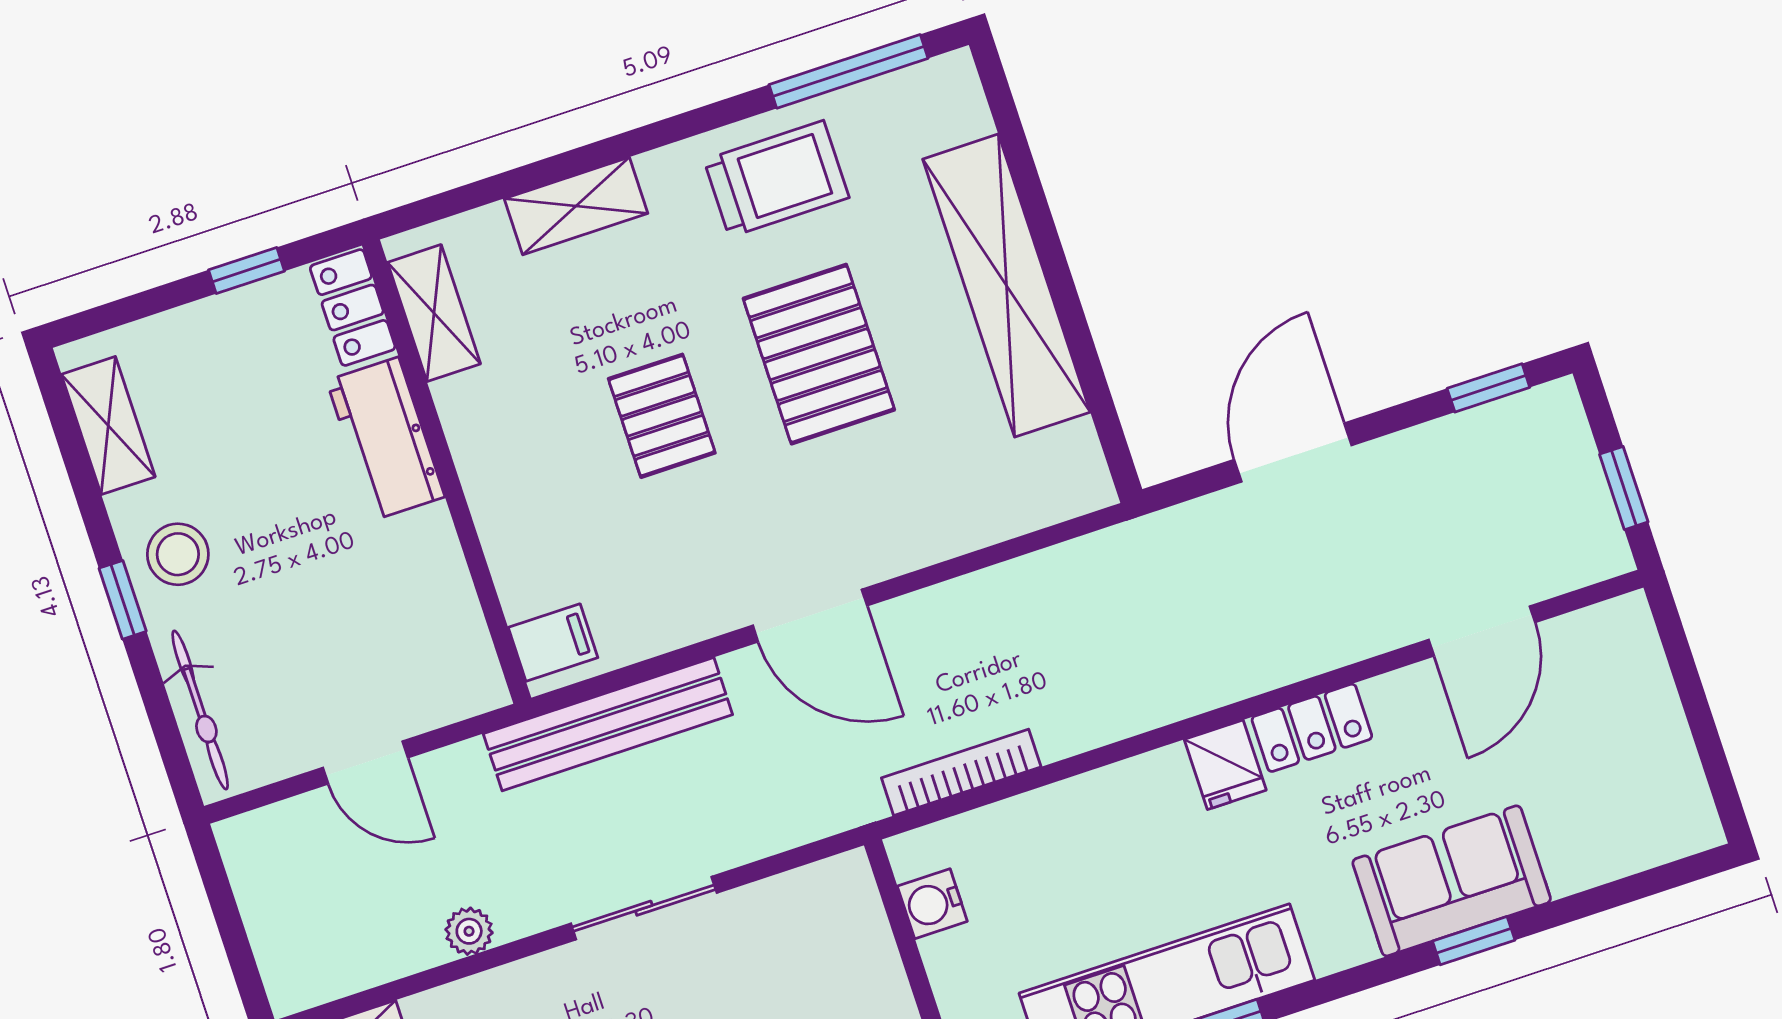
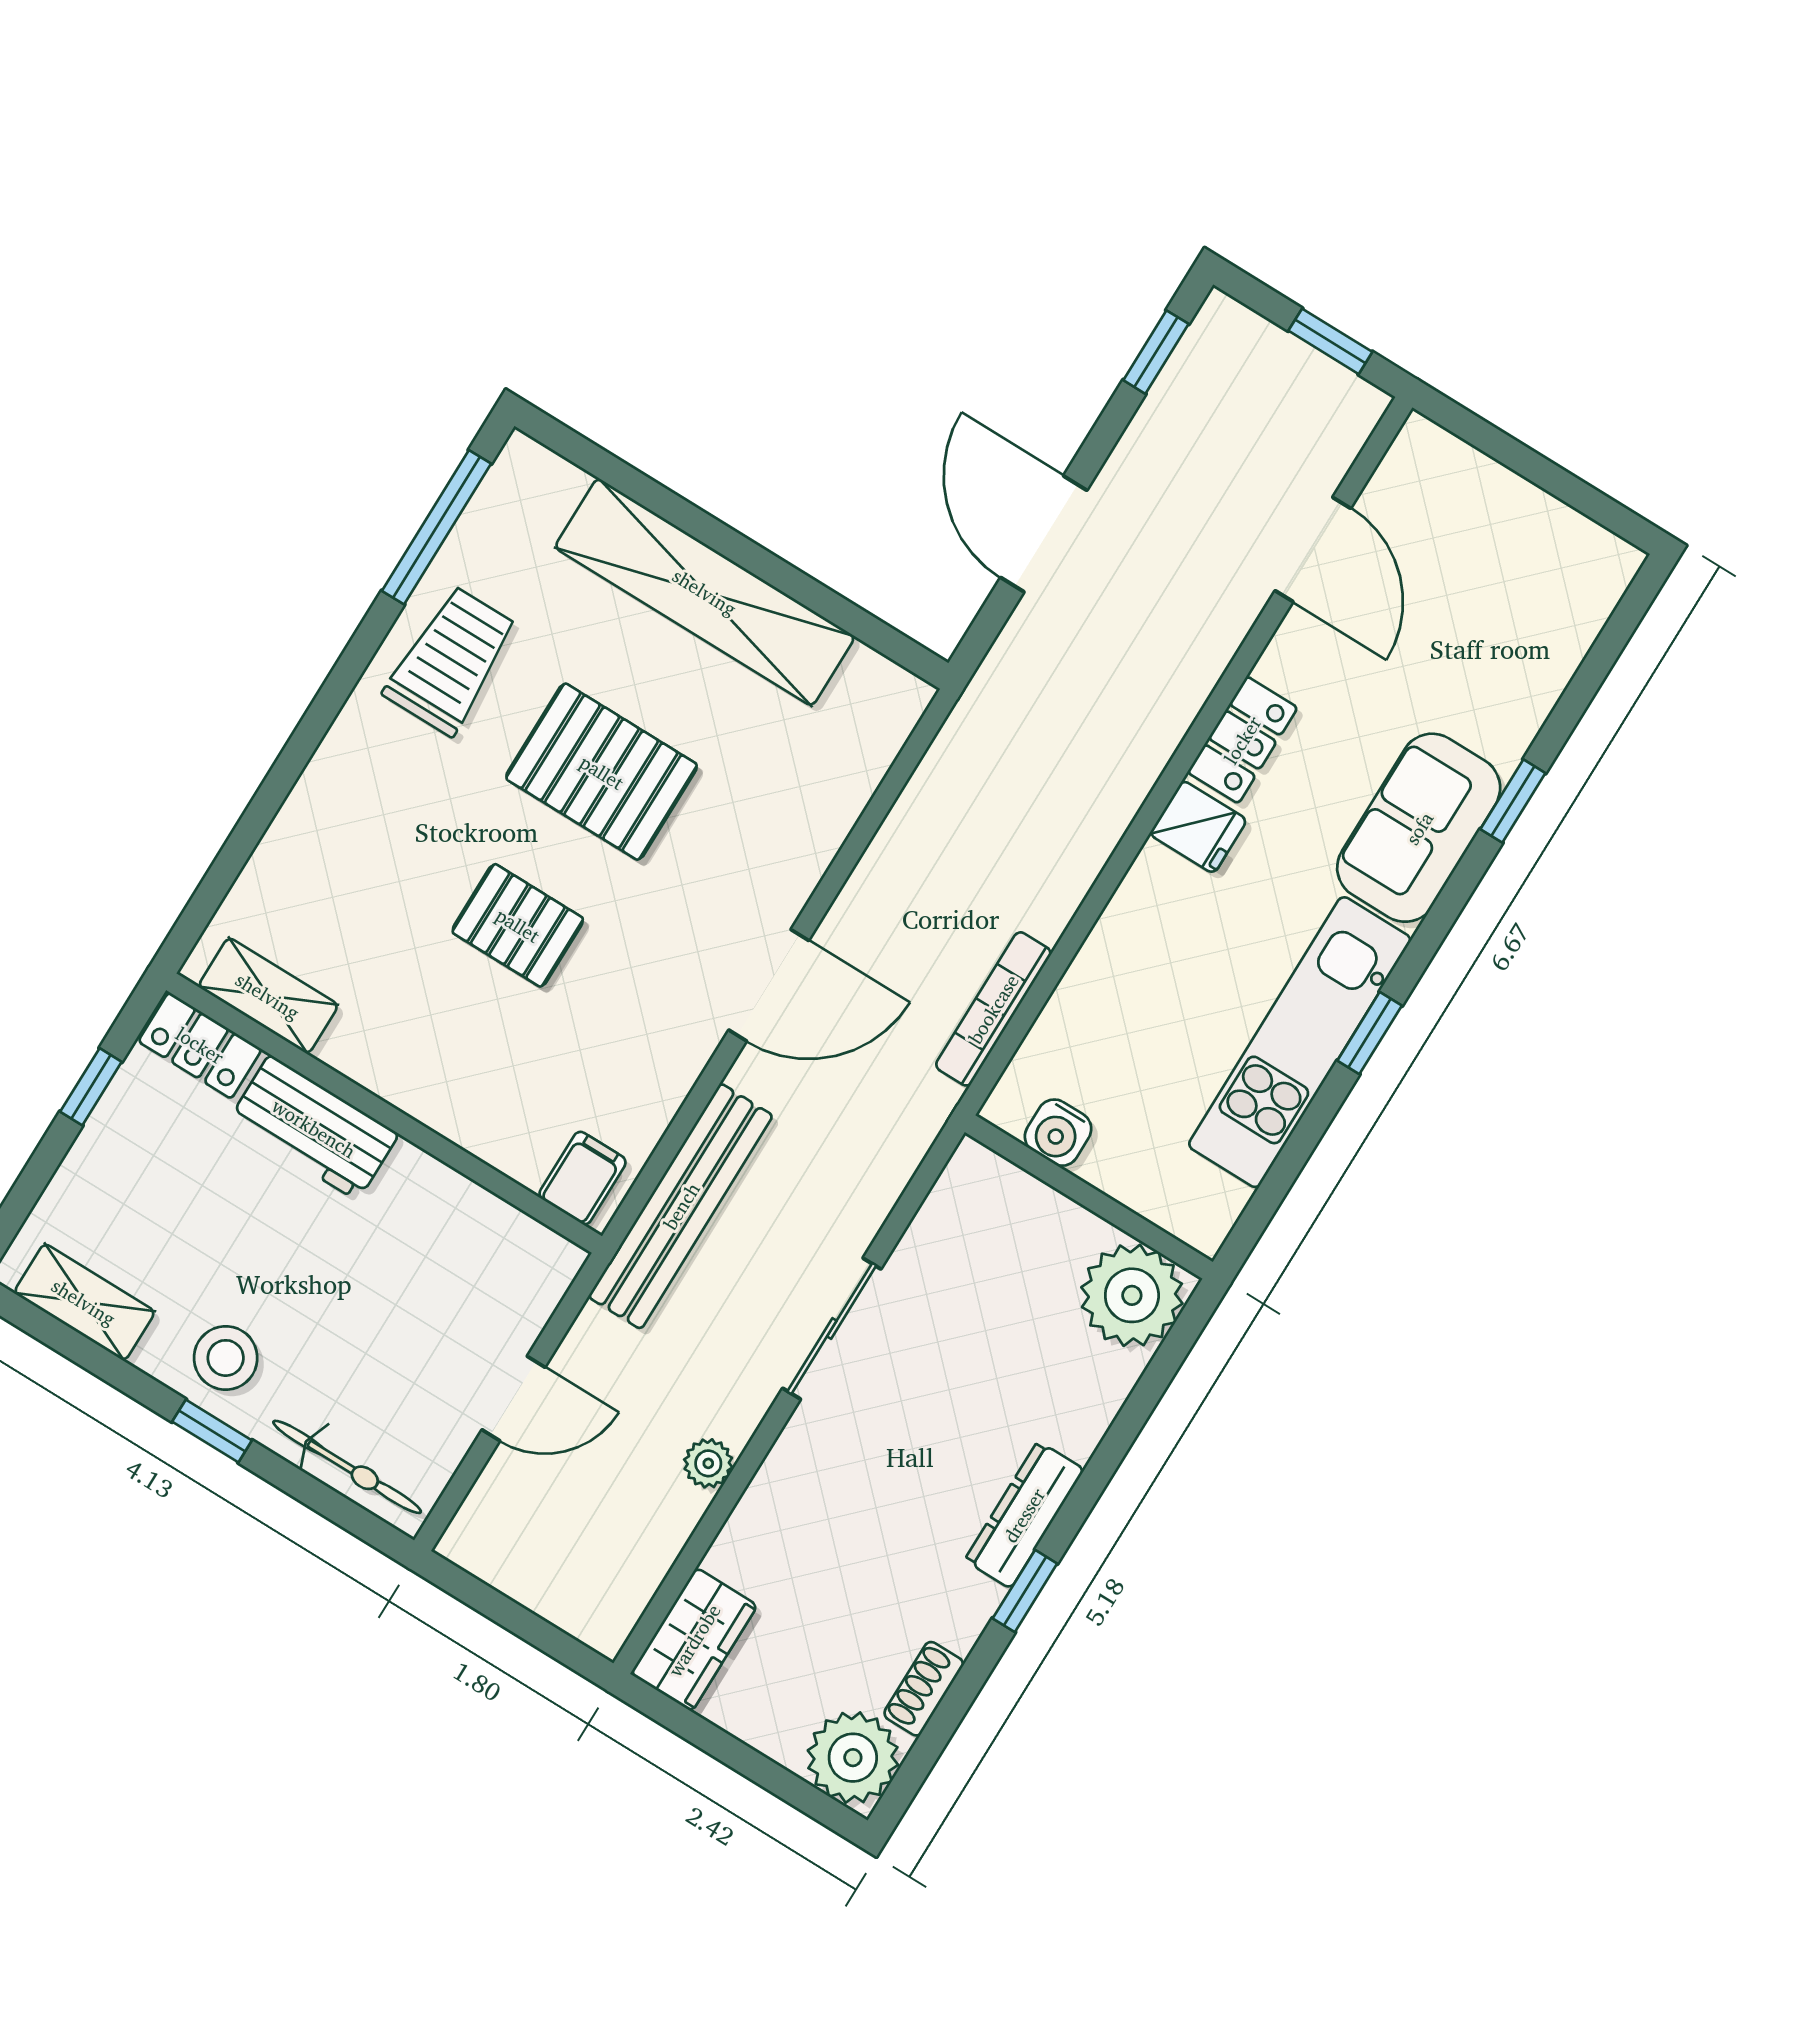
shelving: (576, 206) -> (310, 816), removed
sofa: (1452, 881) -> (1419, 828), moved

